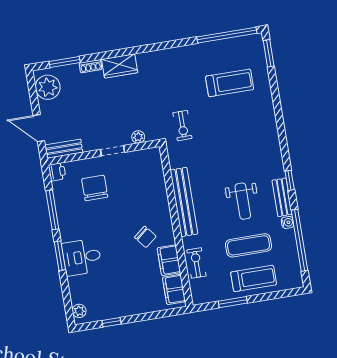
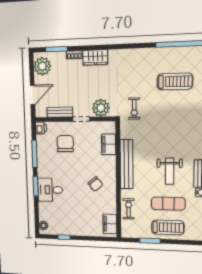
door: (39, 128) -> (33, 95), swing flipped
plant: (138, 137) -> (101, 108), width x1.88, depth x1.88
bench: (64, 149) -> (60, 112), moved
filing cabinet: (169, 260) -> (109, 144), moved

